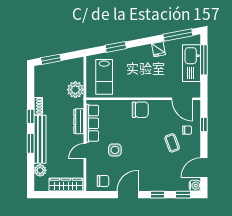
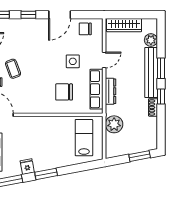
window: (116, 47) -> (46, 174), moved
chair: (140, 110) -> (64, 92), moved

